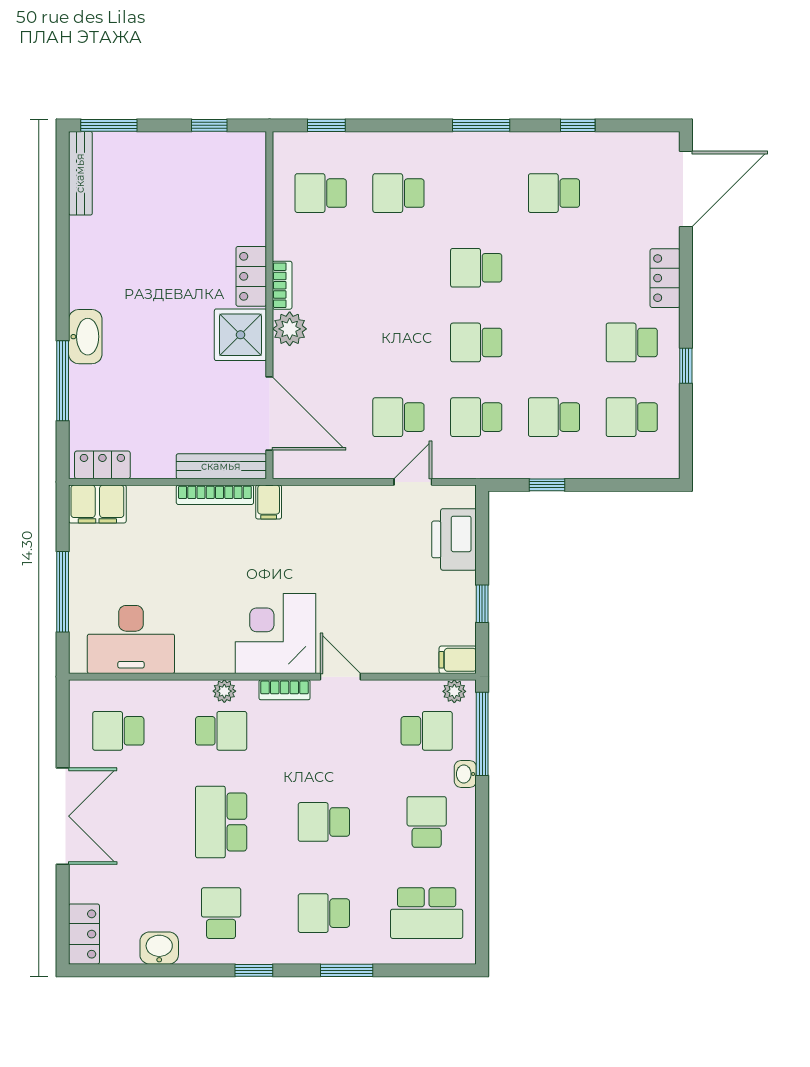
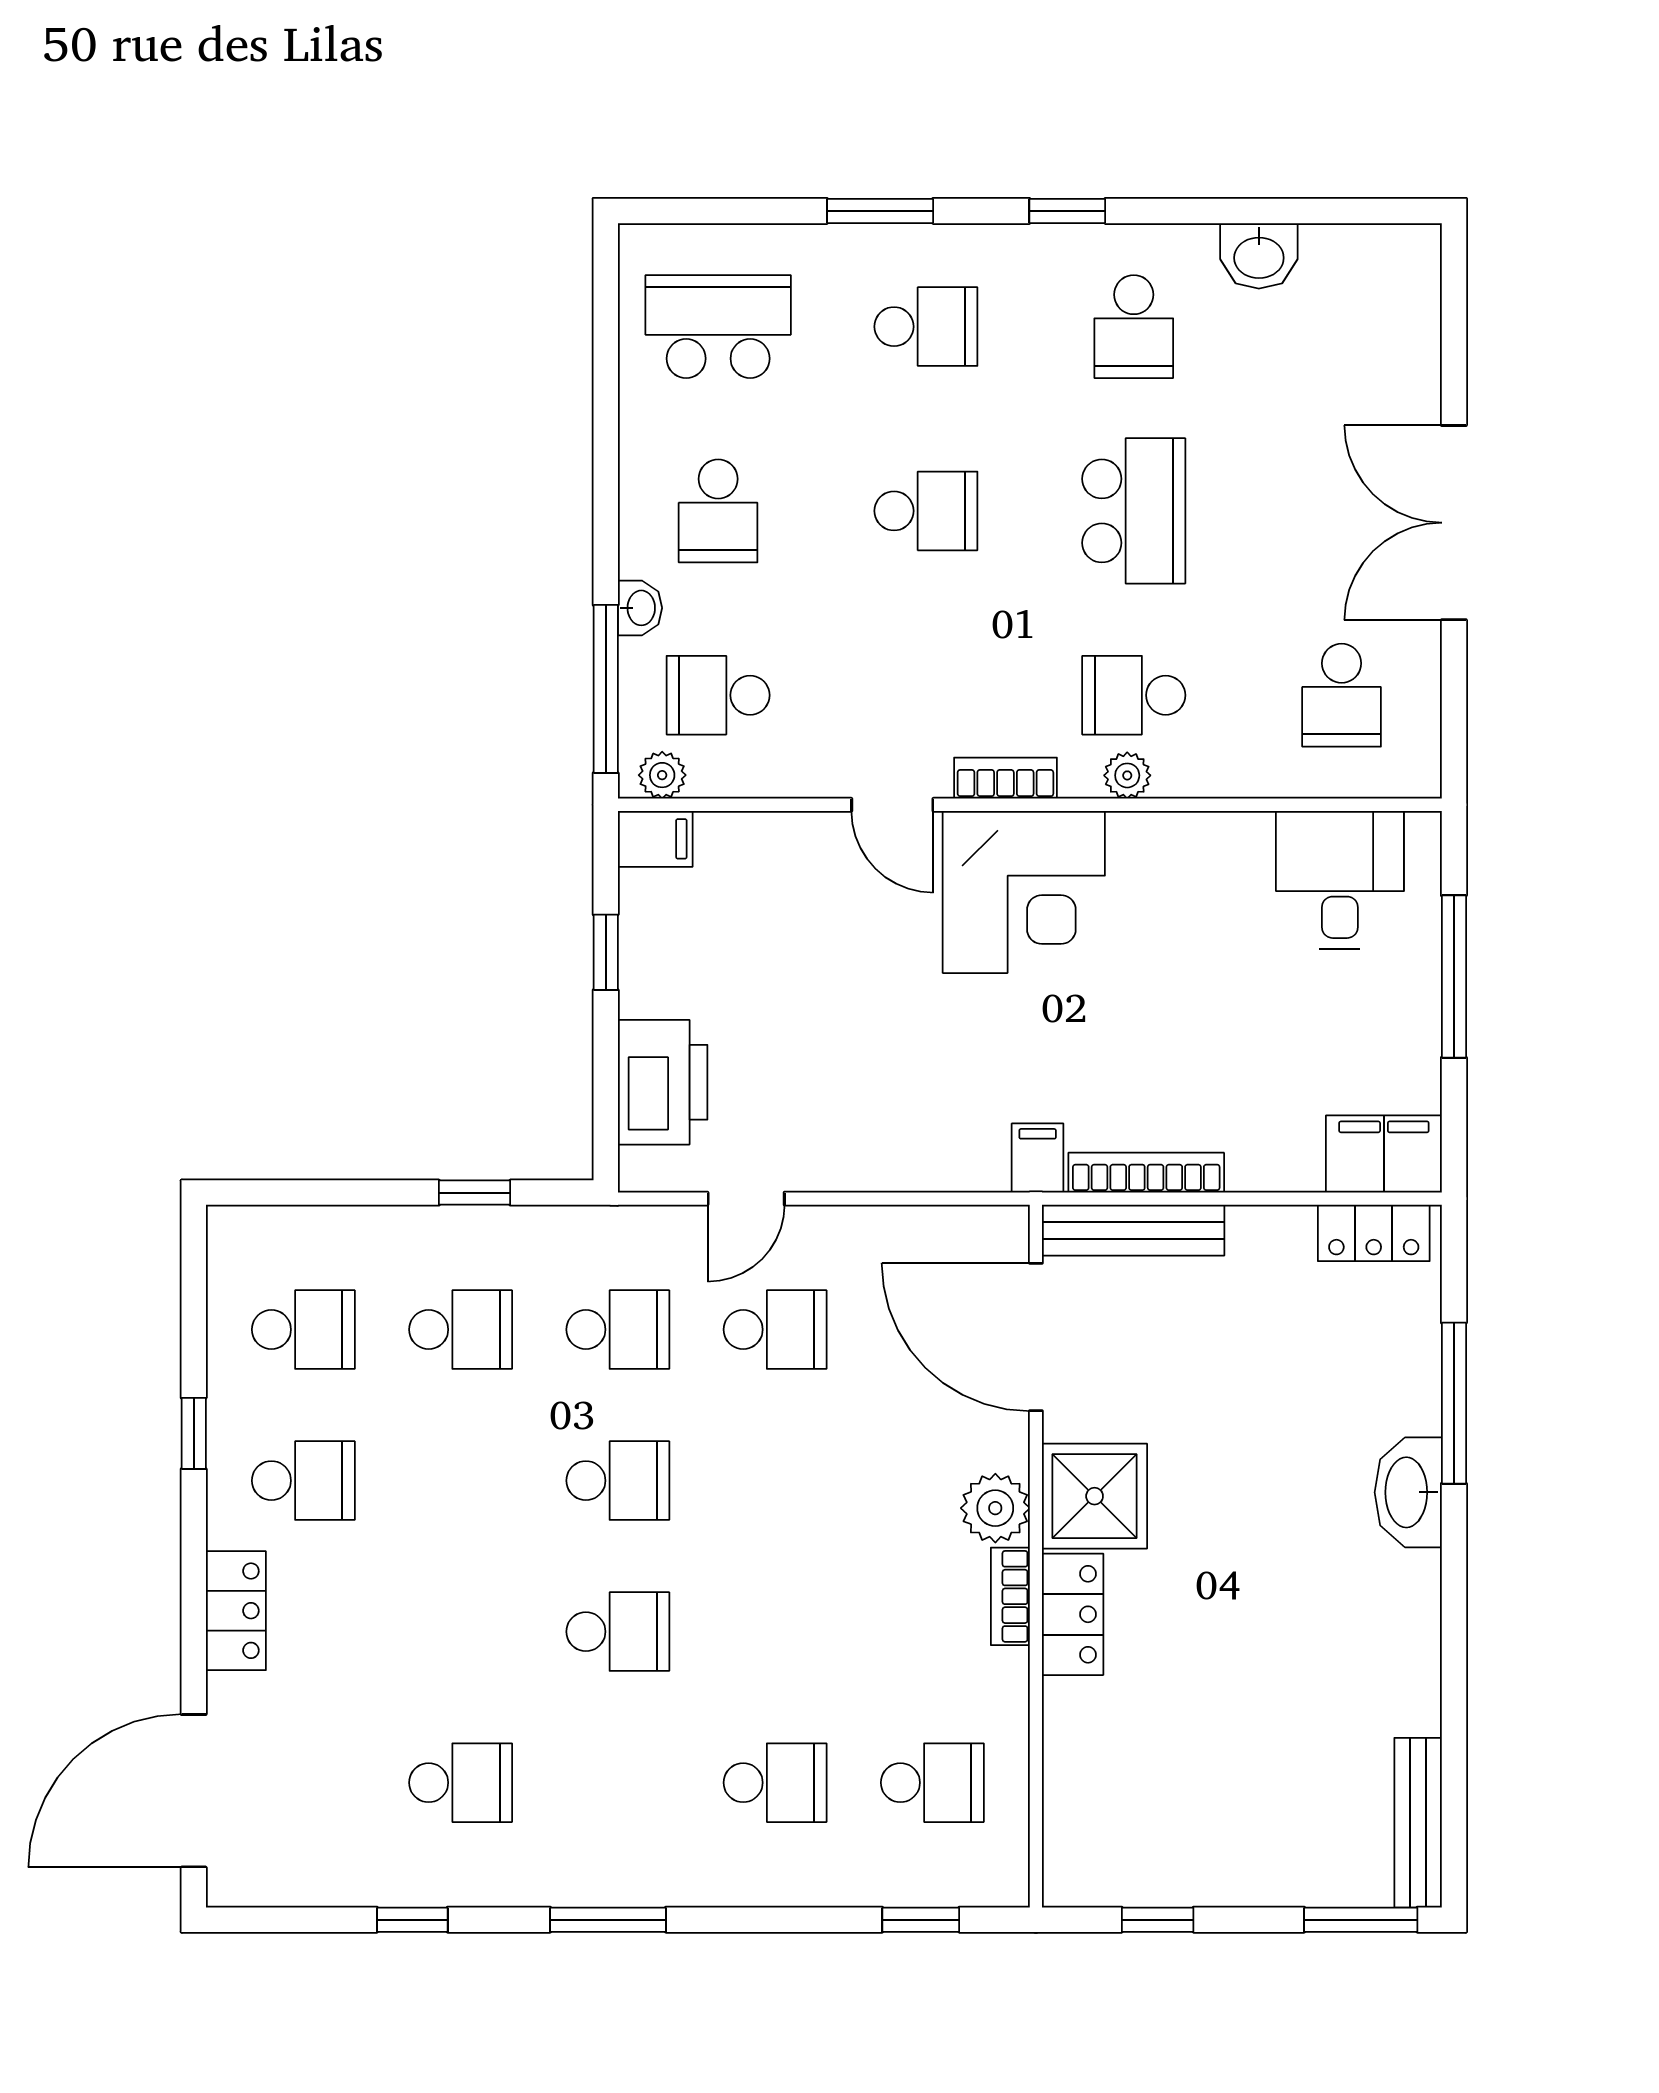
desk: (131, 639) -> (1340, 880), width x0.73
school desk: (118, 731) -> (1342, 695), turned 90
locker: (84, 934) -> (1411, 284), removed

